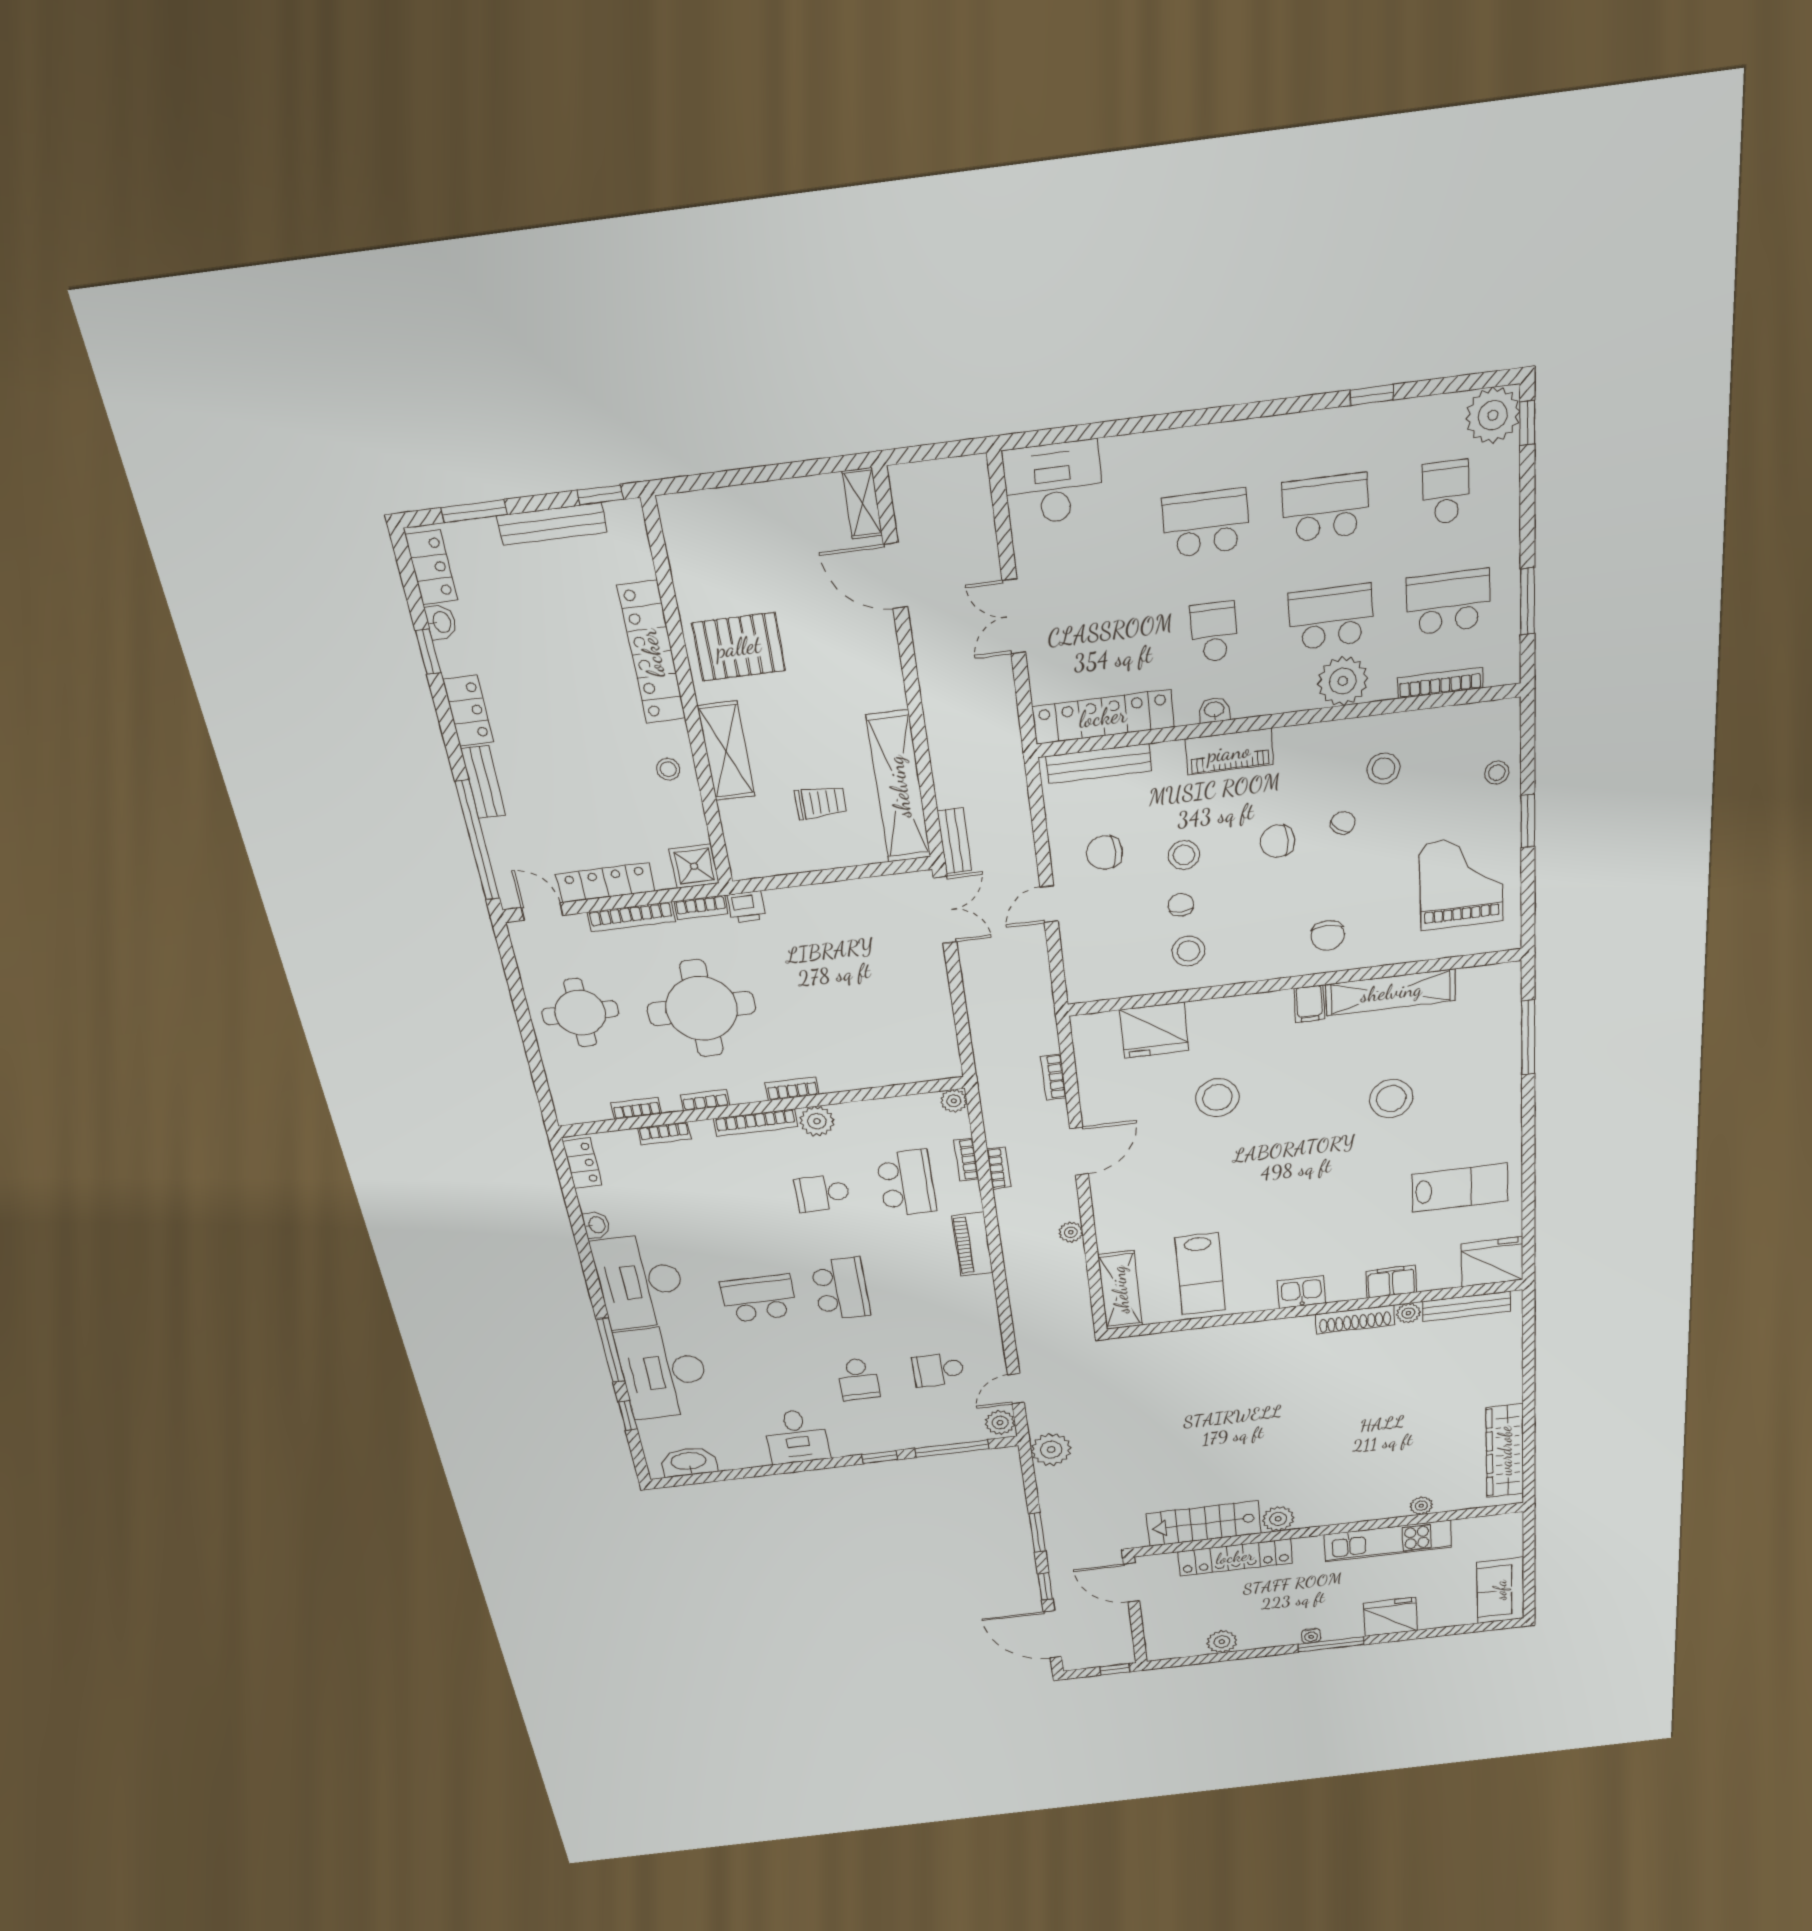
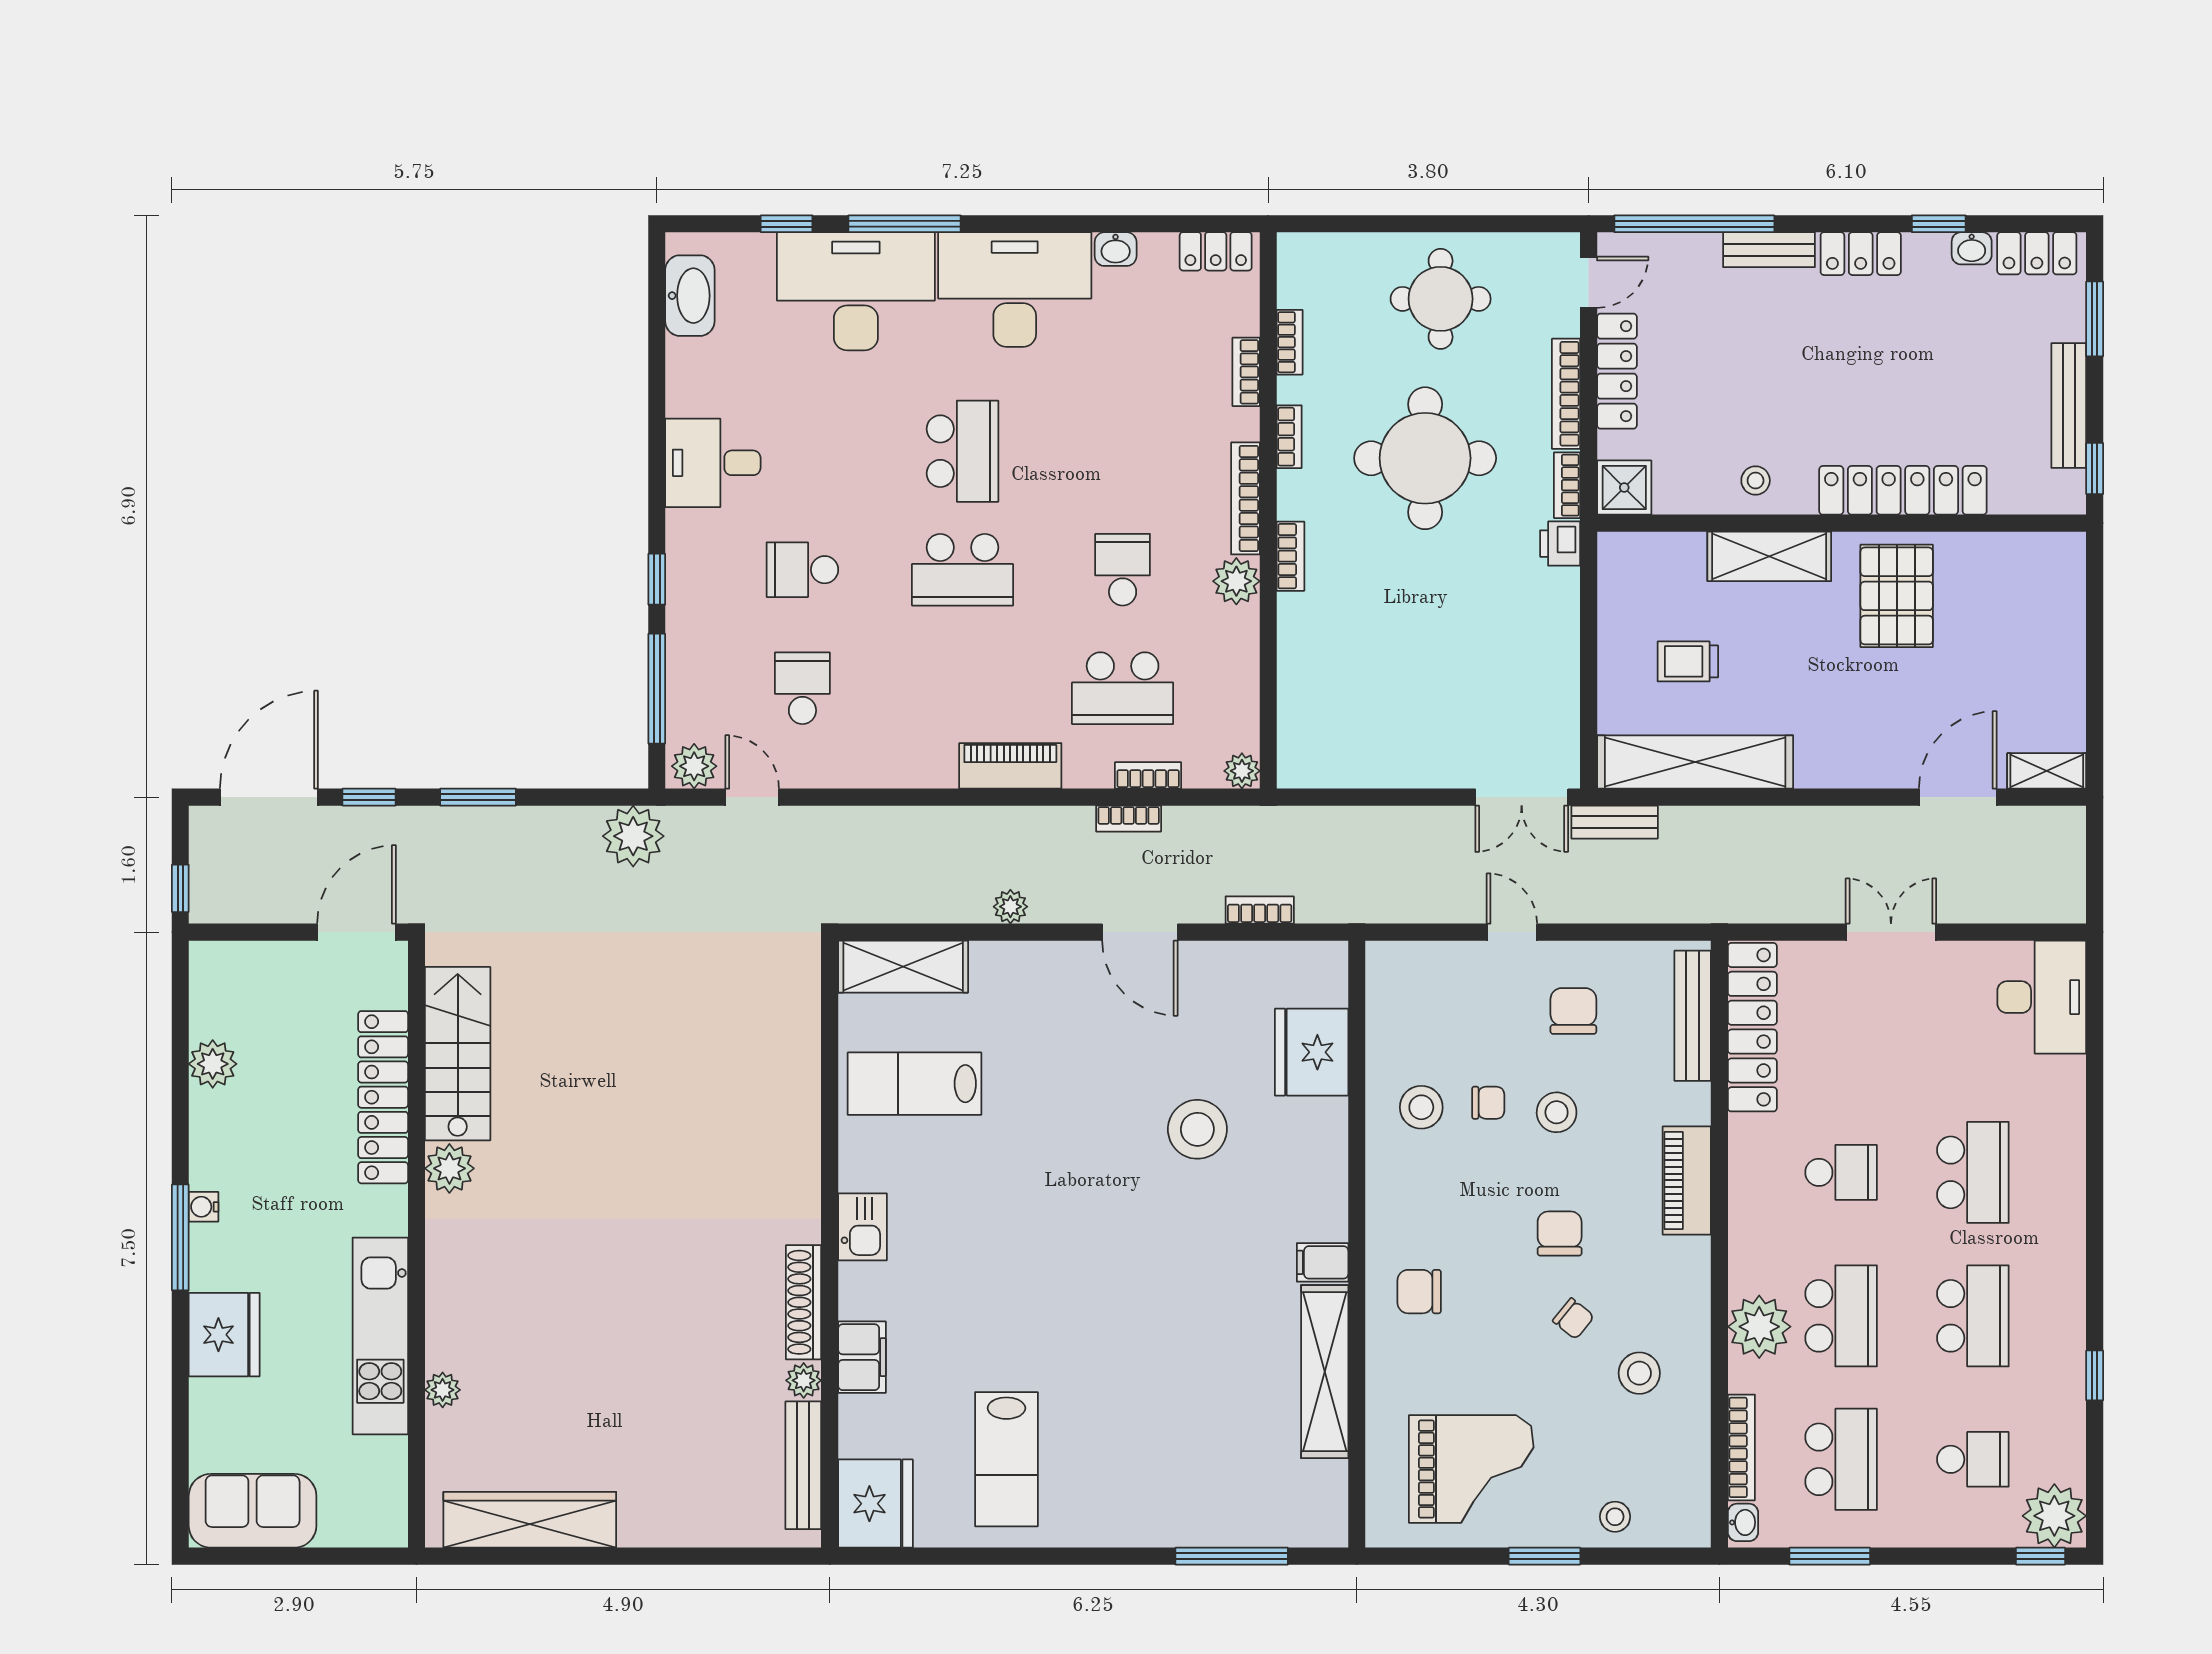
washbasin: (1214, 710) -> (1743, 1522), moved
trolley: (821, 802) -> (1688, 661), turned 90
stool: (1391, 1099) -> (1163, 1367), removed

